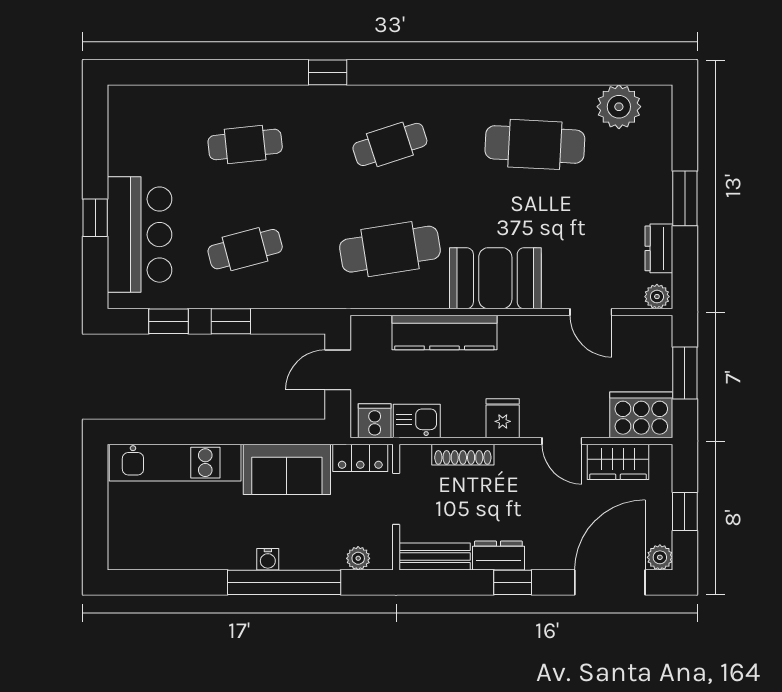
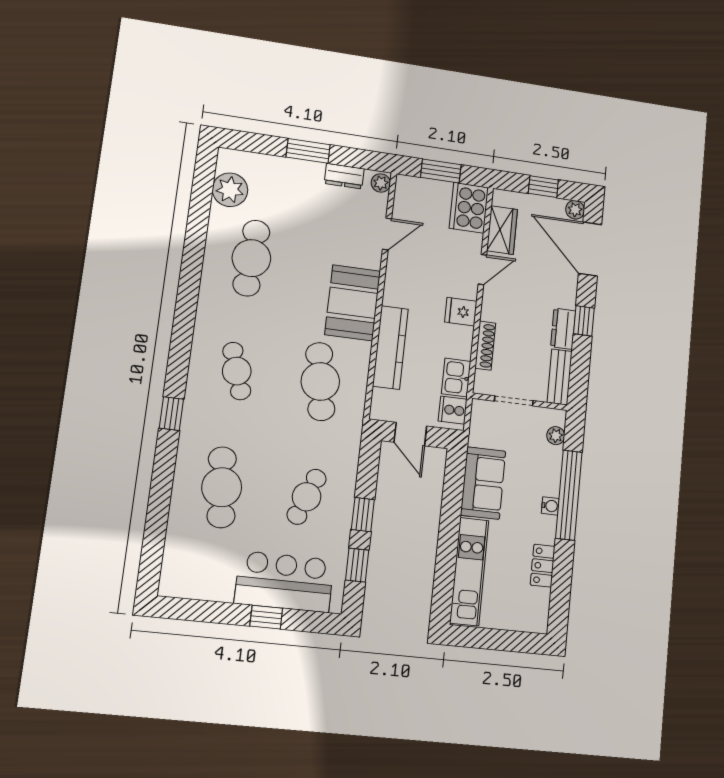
cafe table: (245, 144) -> (222, 487), width x1.37, depth x1.35
cafe table: (245, 249) -> (307, 497), turned 36
locker: (360, 458) -> (543, 566), moved, turned 180

